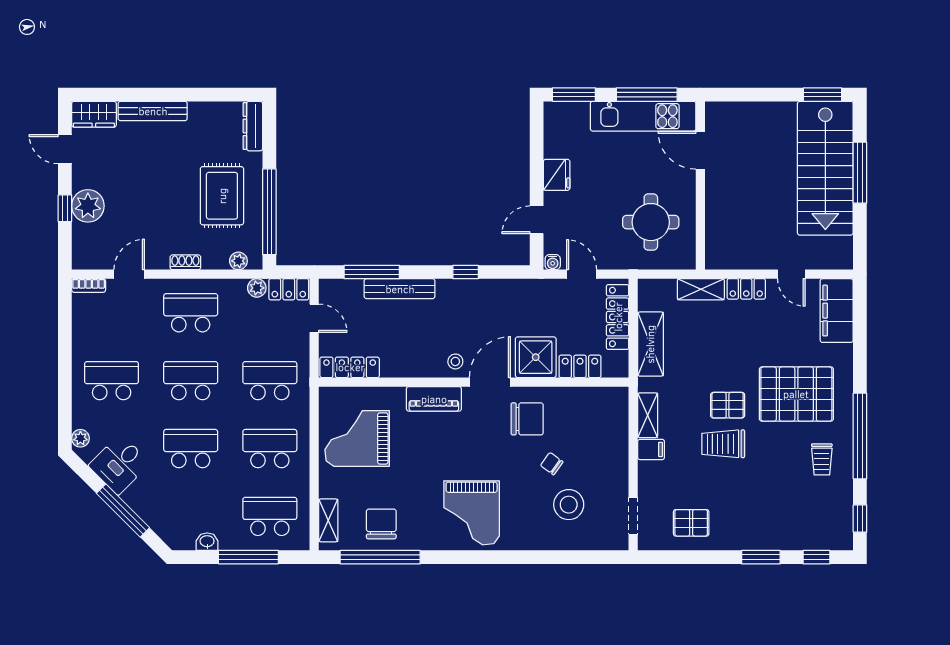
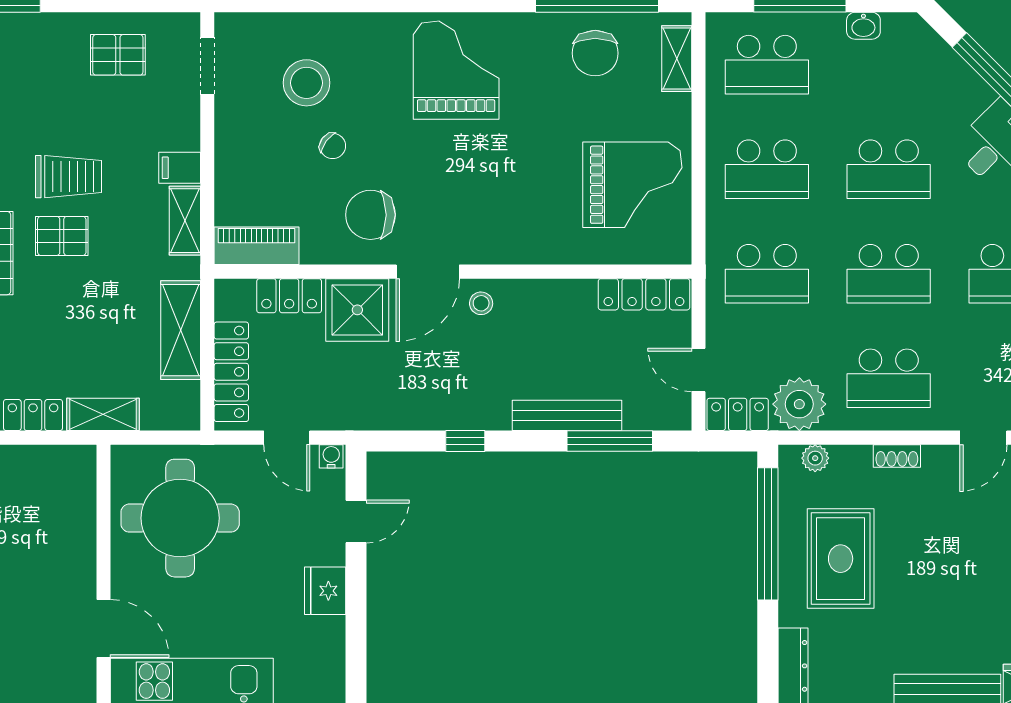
round table: (651, 222) -> (180, 518), width x1.36, depth x1.36
plant: (257, 288) -> (799, 404), width x1.88, depth x1.88
piano: (434, 399) -> (257, 246), moved

